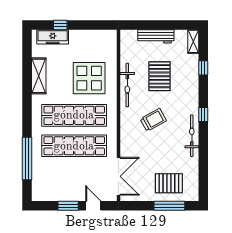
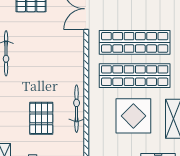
display table: (89, 78) -> (133, 116), moved
trolley: (153, 120) -> (48, 71), removed

